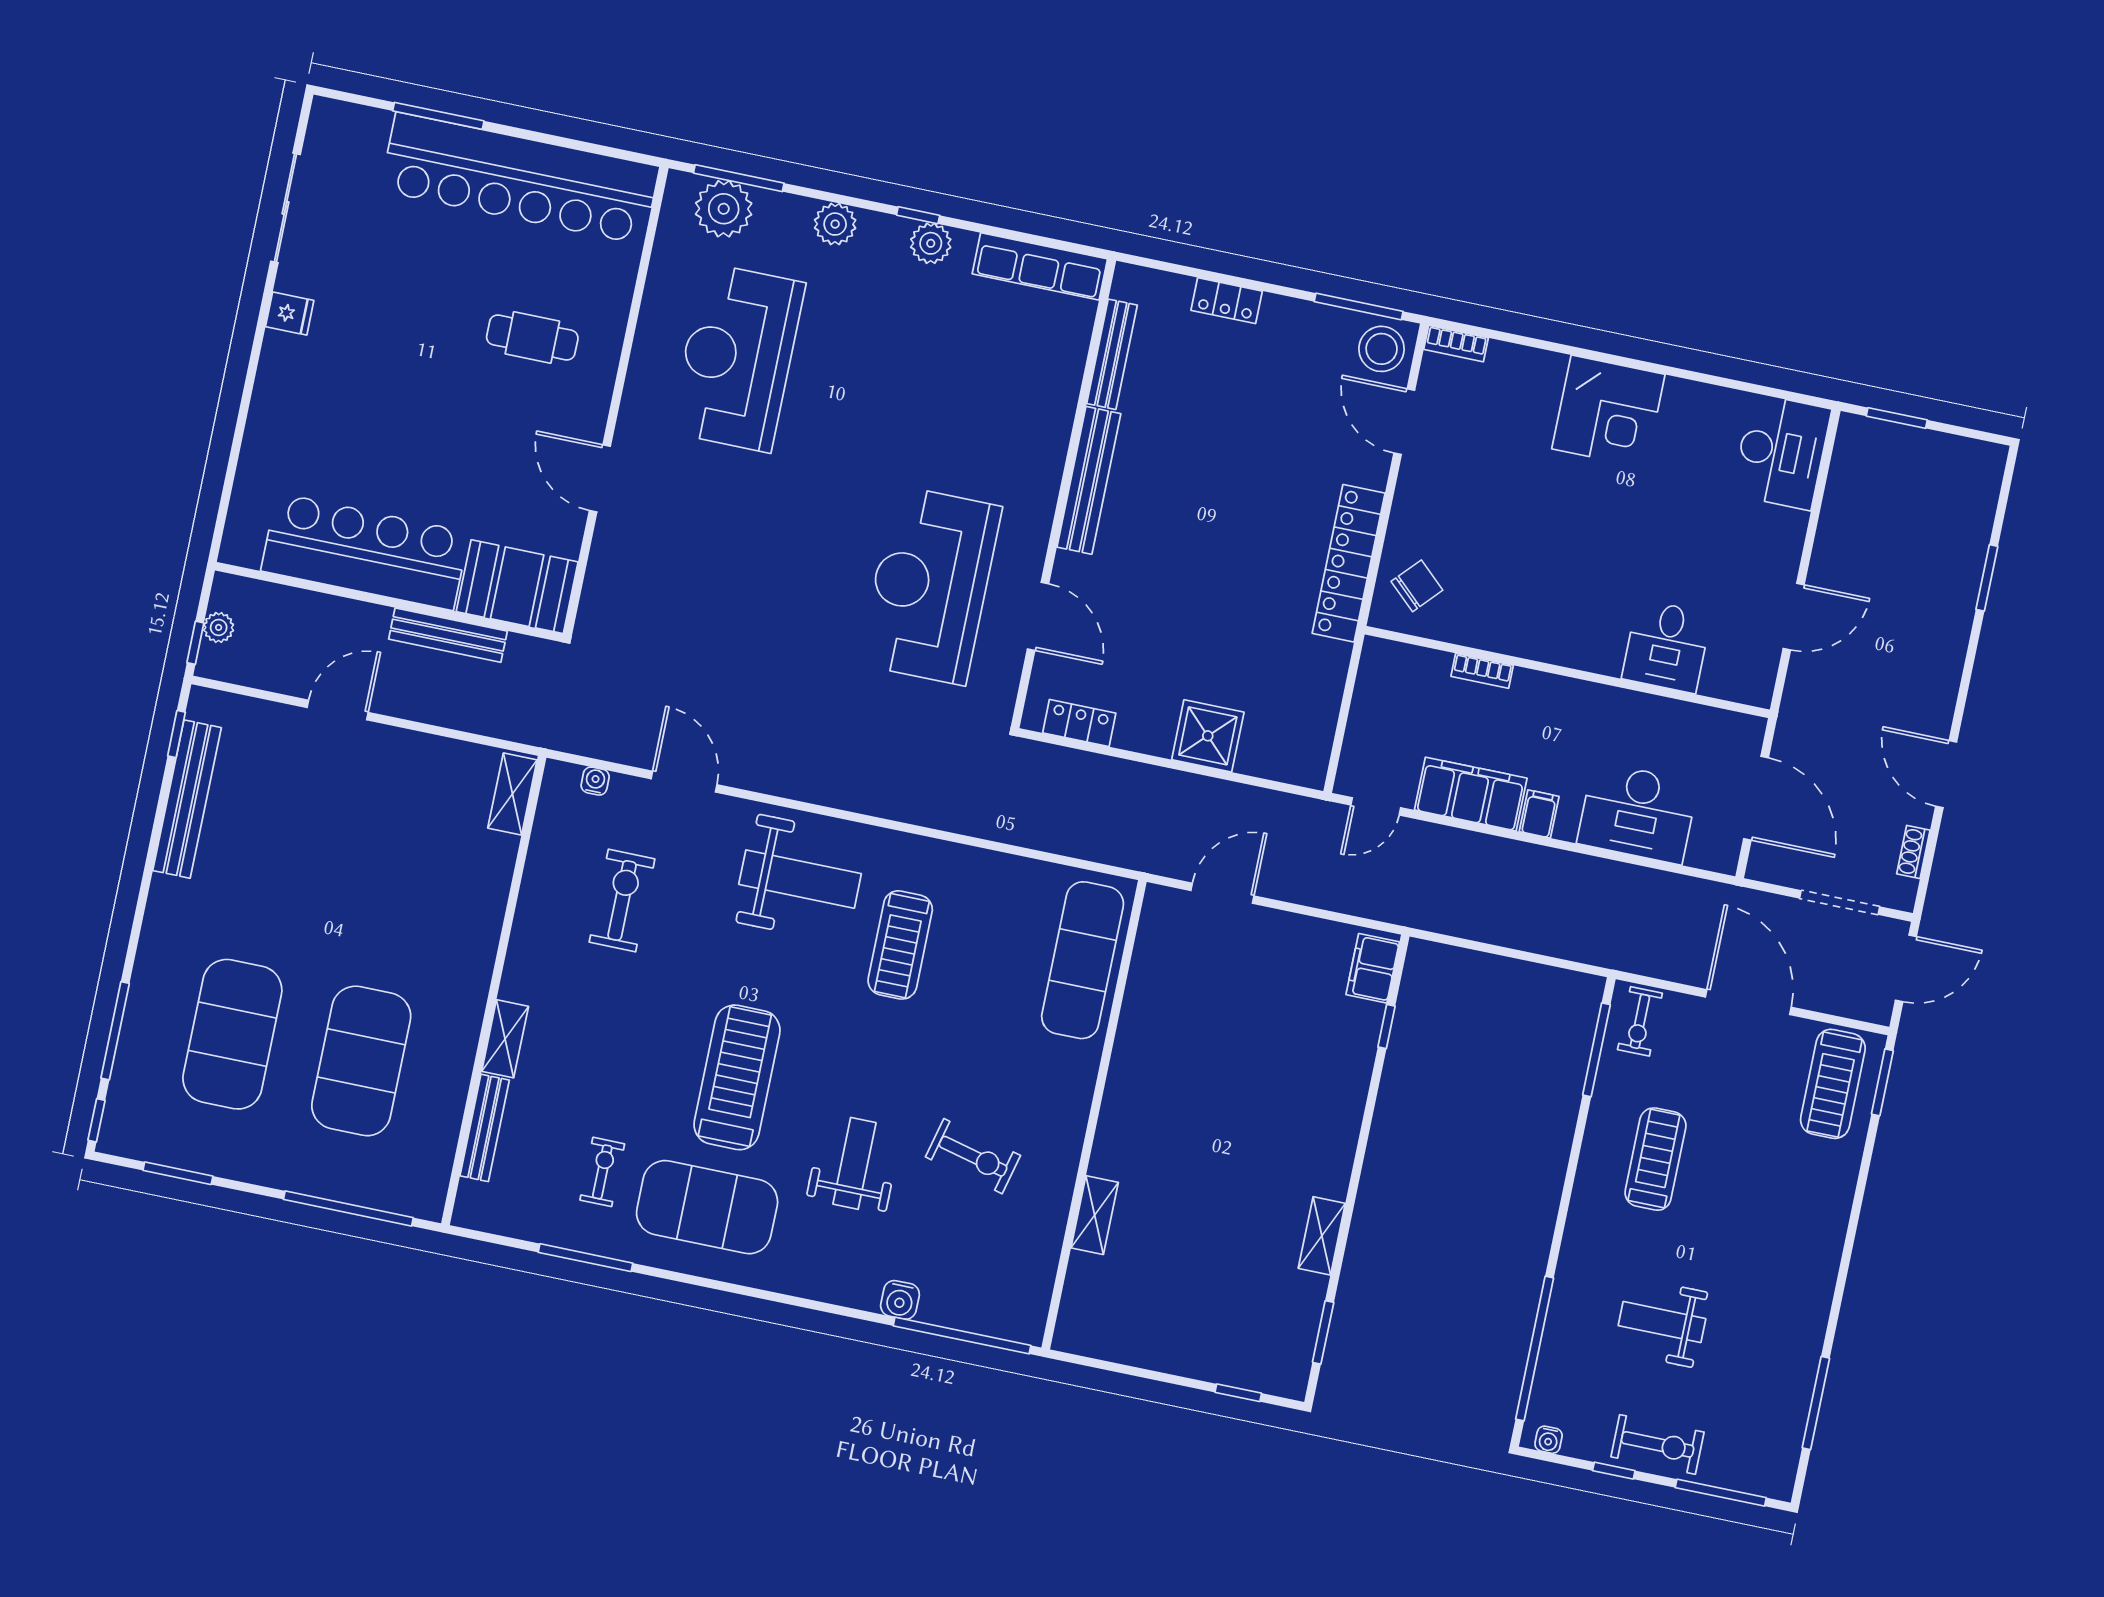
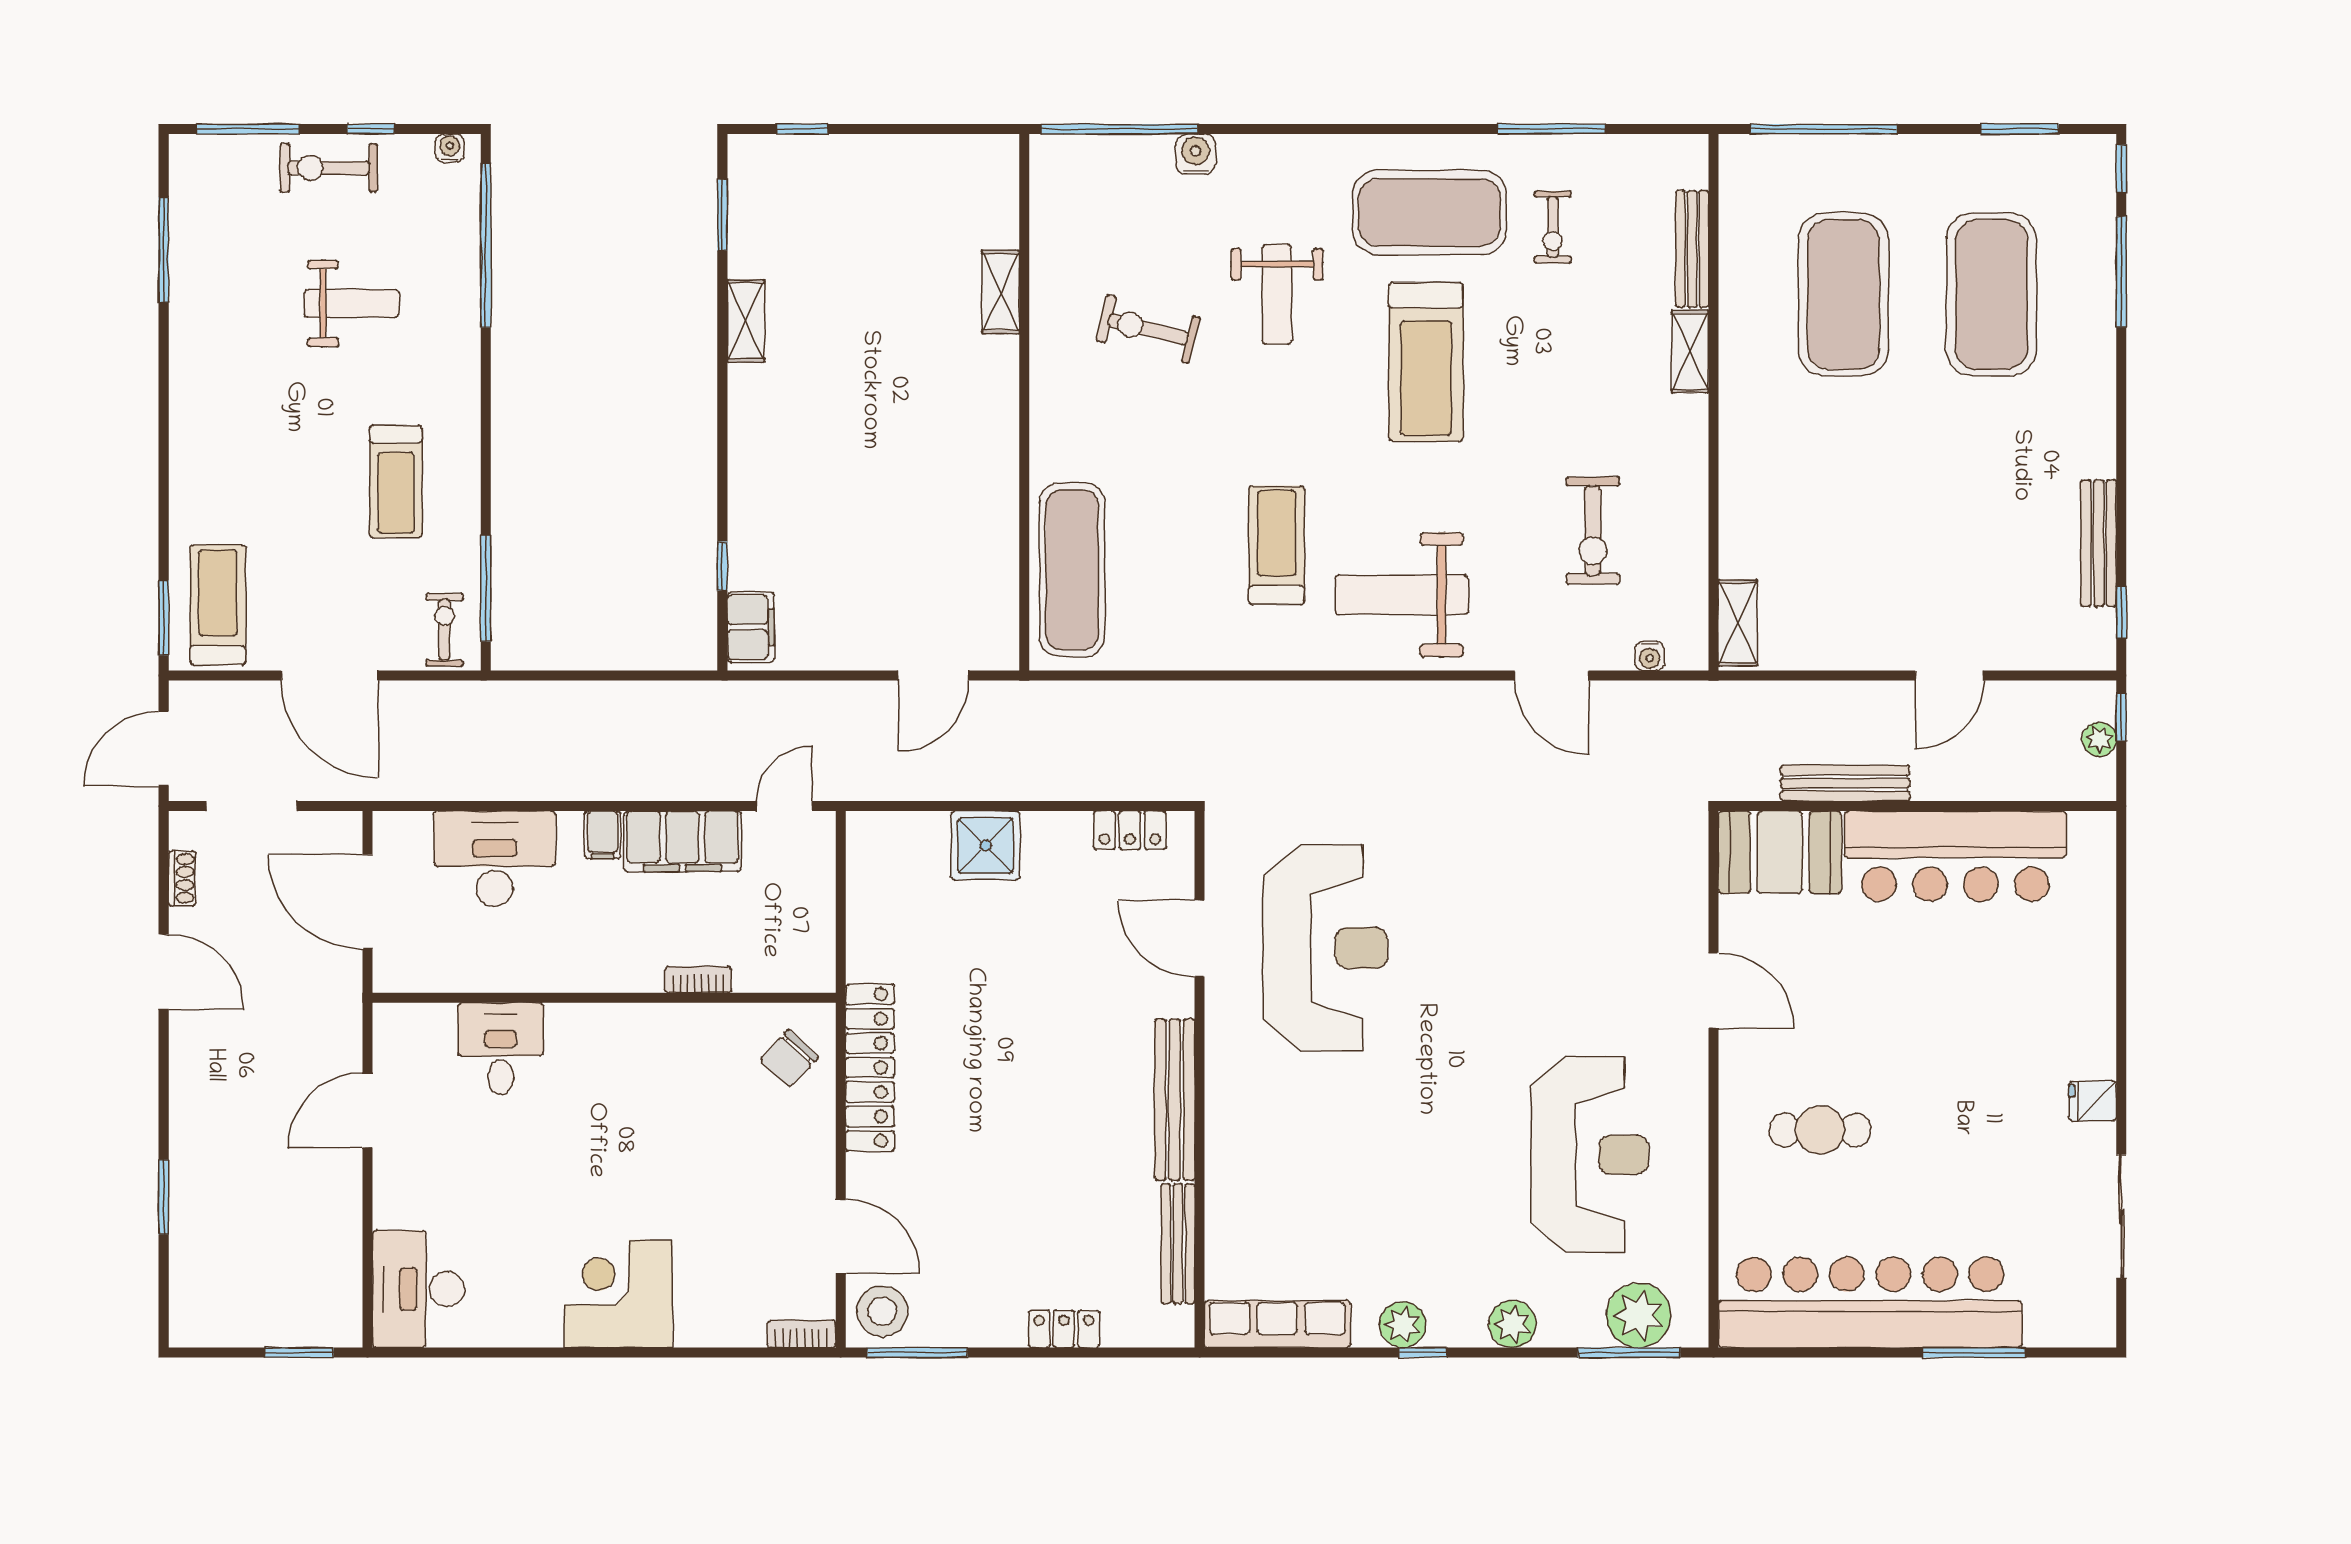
bench: (187, 799) -> (2099, 543), width x0.73, depth x0.82

